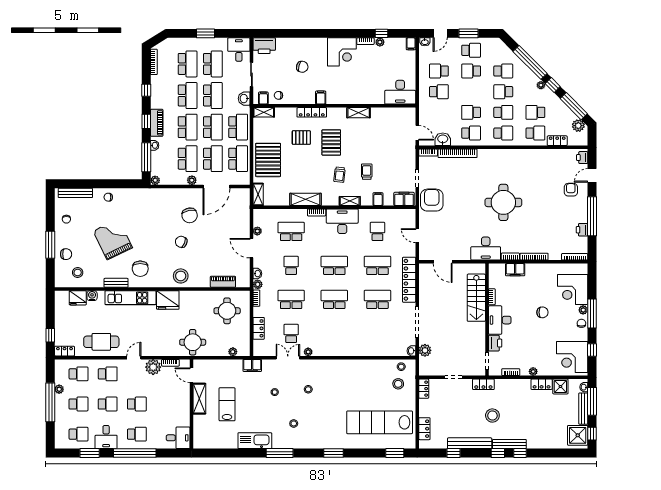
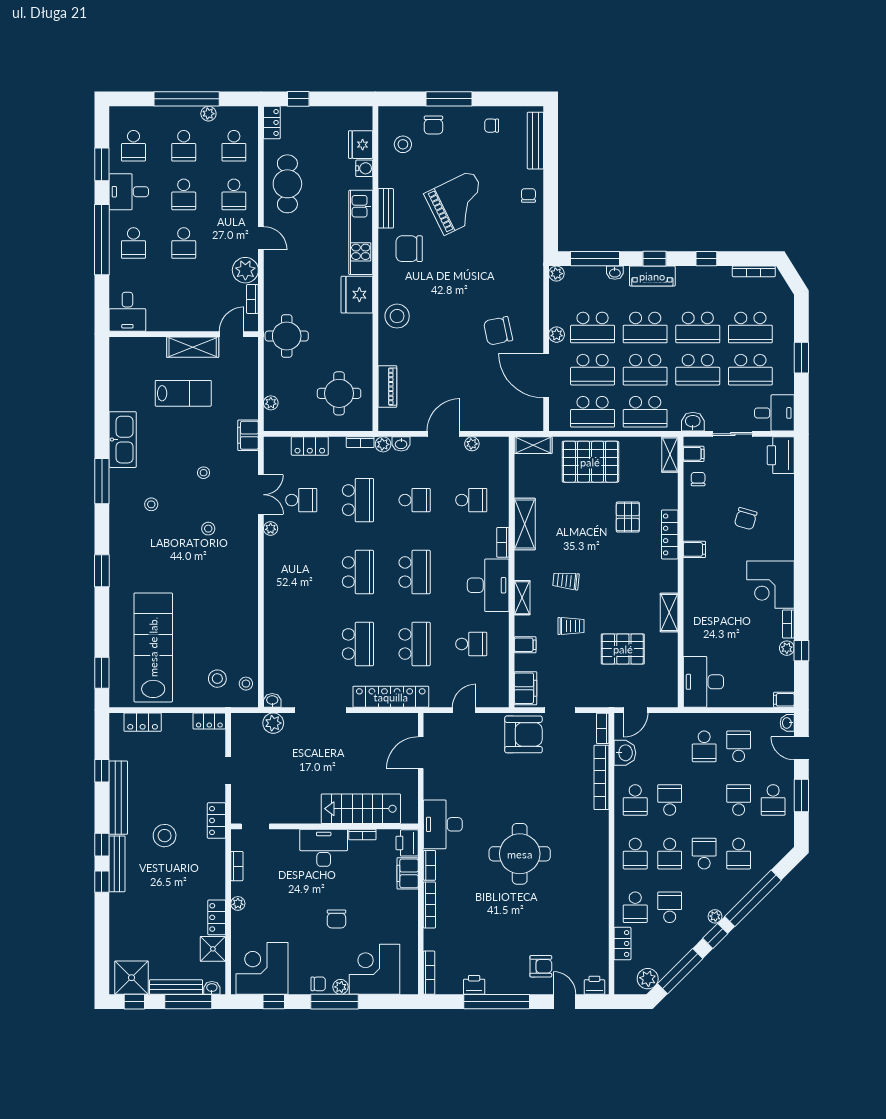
pallet: (331, 142) -> (623, 649), moved
school desk: (291, 231) -> (471, 500), width x0.54
chair: (181, 242) -> (454, 317), removed
printer: (495, 343) -> (407, 843), moved, turned 90

